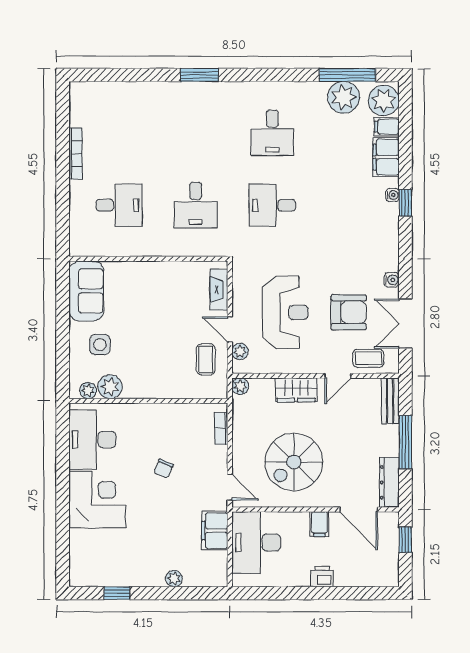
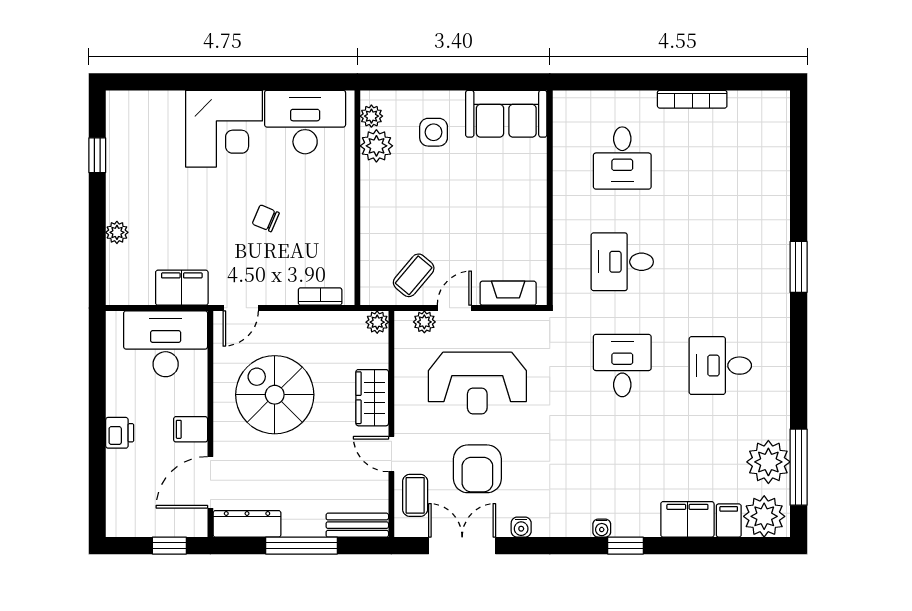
water cooler: (392, 195) -> (602, 528), moved
coffee table: (206, 359) -> (414, 275), turned -50

